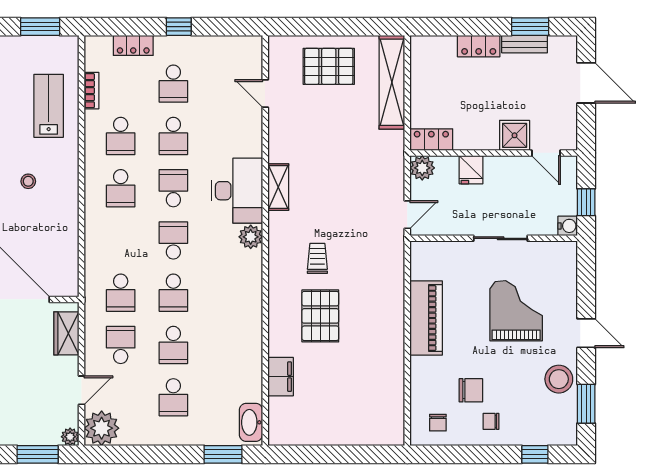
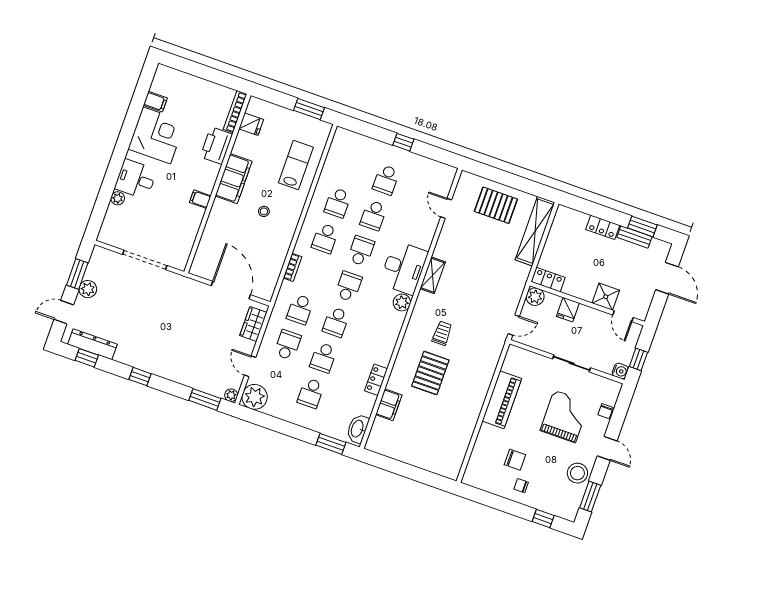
locker: (133, 45) -> (376, 380), moved, turned 90
bookcase: (91, 91) -> (293, 267), moved
door: (82, 390) -> (250, 366), swing flipped
chair: (438, 423) -> (605, 411), moved

